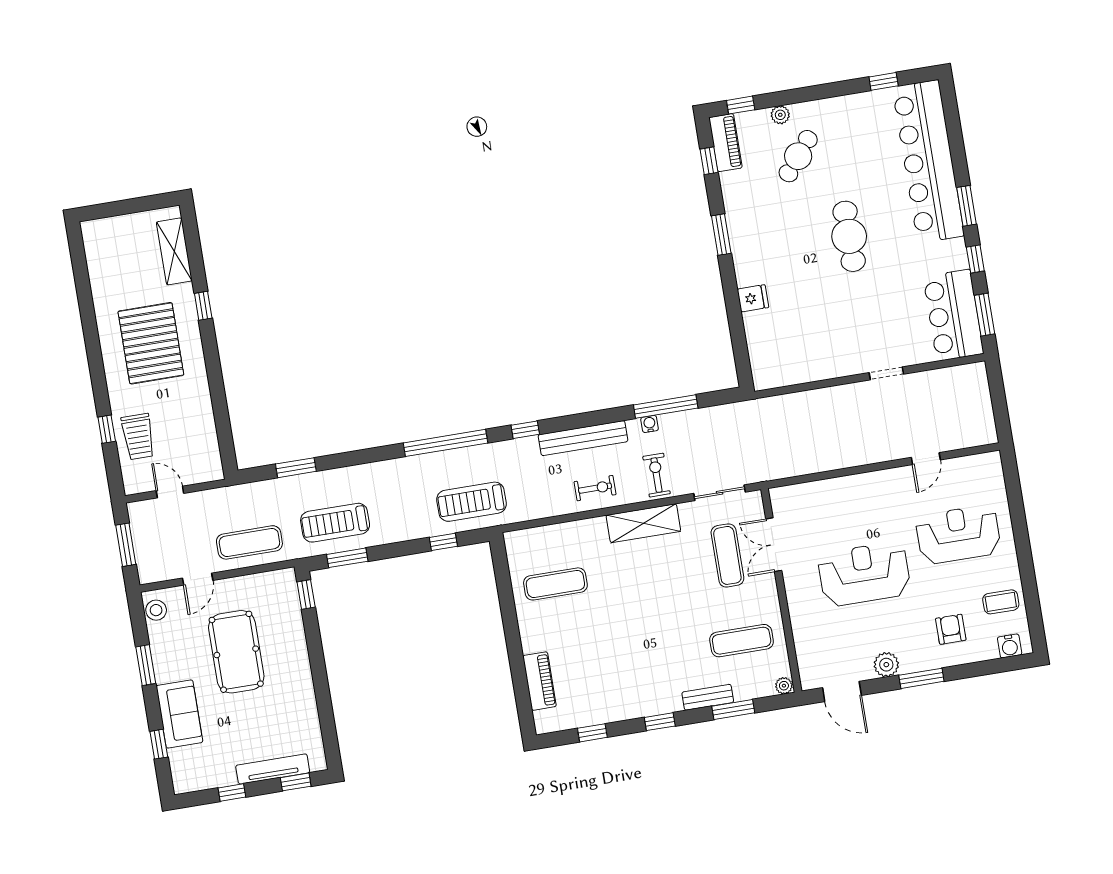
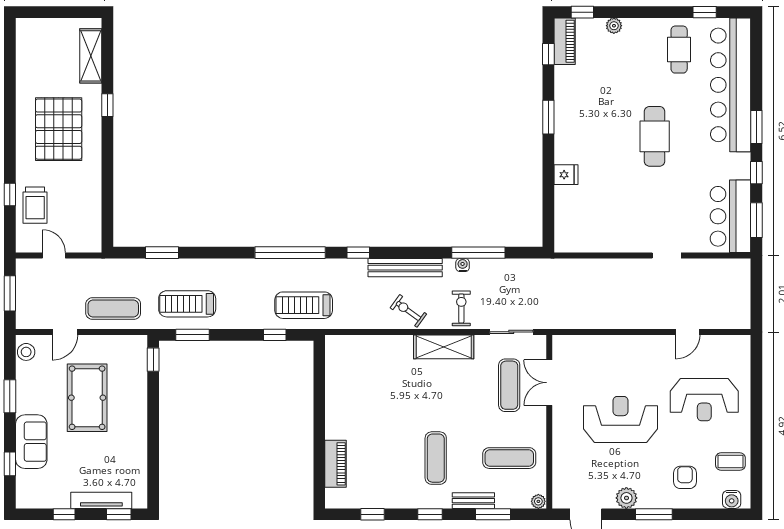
cafe table: (798, 156) -> (679, 50), moved, turned -39
exercise bike: (595, 488) -> (408, 311), turned -144
reception desk: (958, 534) -> (704, 400), turned 180
exercise mat: (555, 584) -> (436, 458), moved, turned 90

